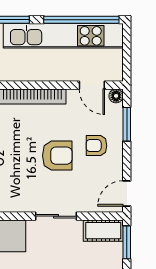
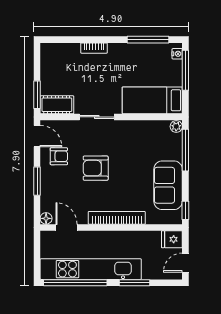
window: (127, 124) -> (37, 181), moved
armchair: (97, 146) -> (59, 156), moved
door: (127, 193) -> (37, 136), hinge flipped

